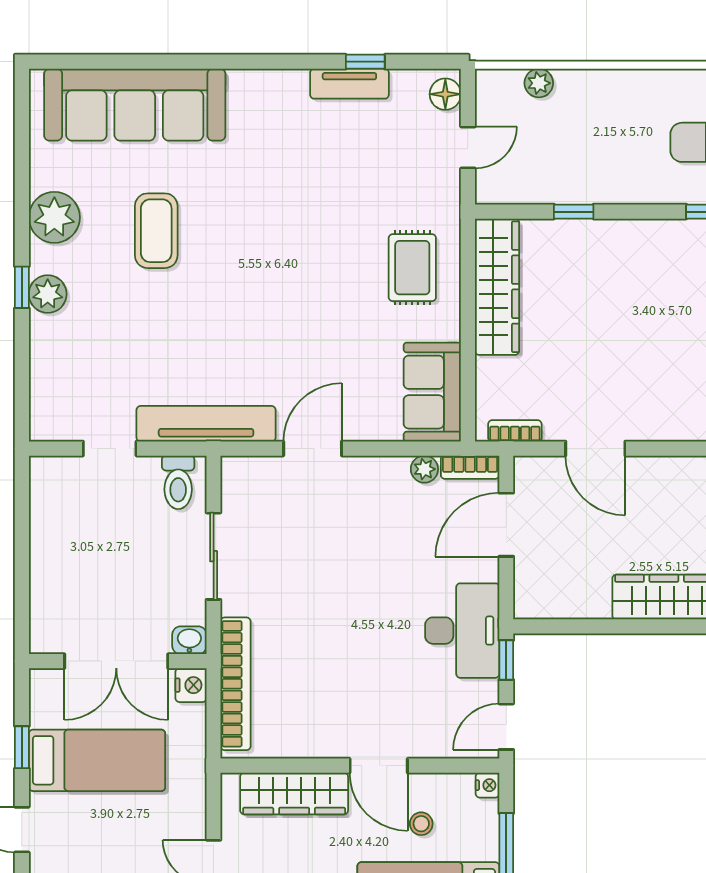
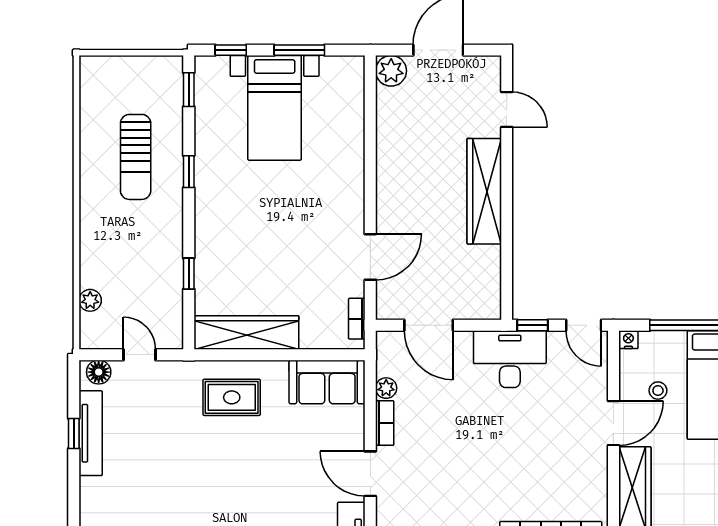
tv unit: (349, 84) -> (91, 433), width x1.41
bookcase: (470, 467) -> (385, 423), moved

